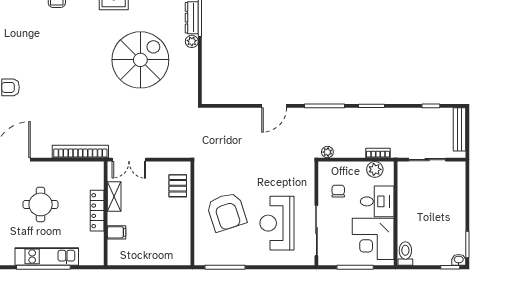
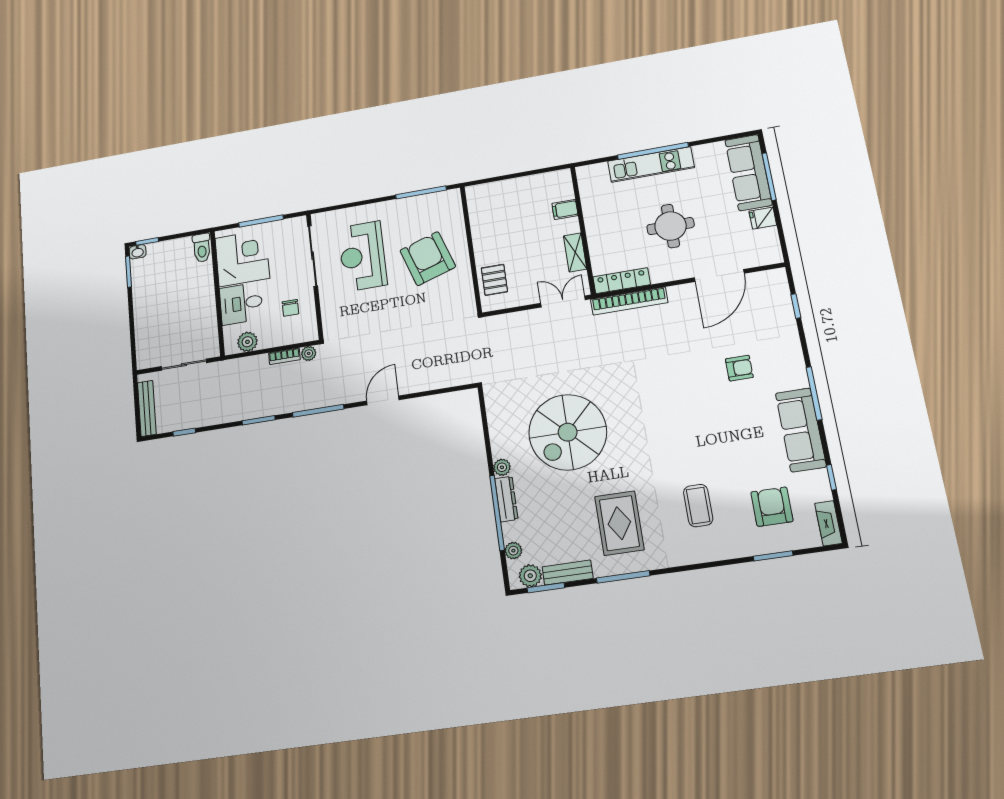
bookcase: (378, 153) -> (284, 356), moved
locker: (97, 211) -> (622, 281), moved, turned -90
reception desk: (277, 223) -> (363, 256), turned 180

